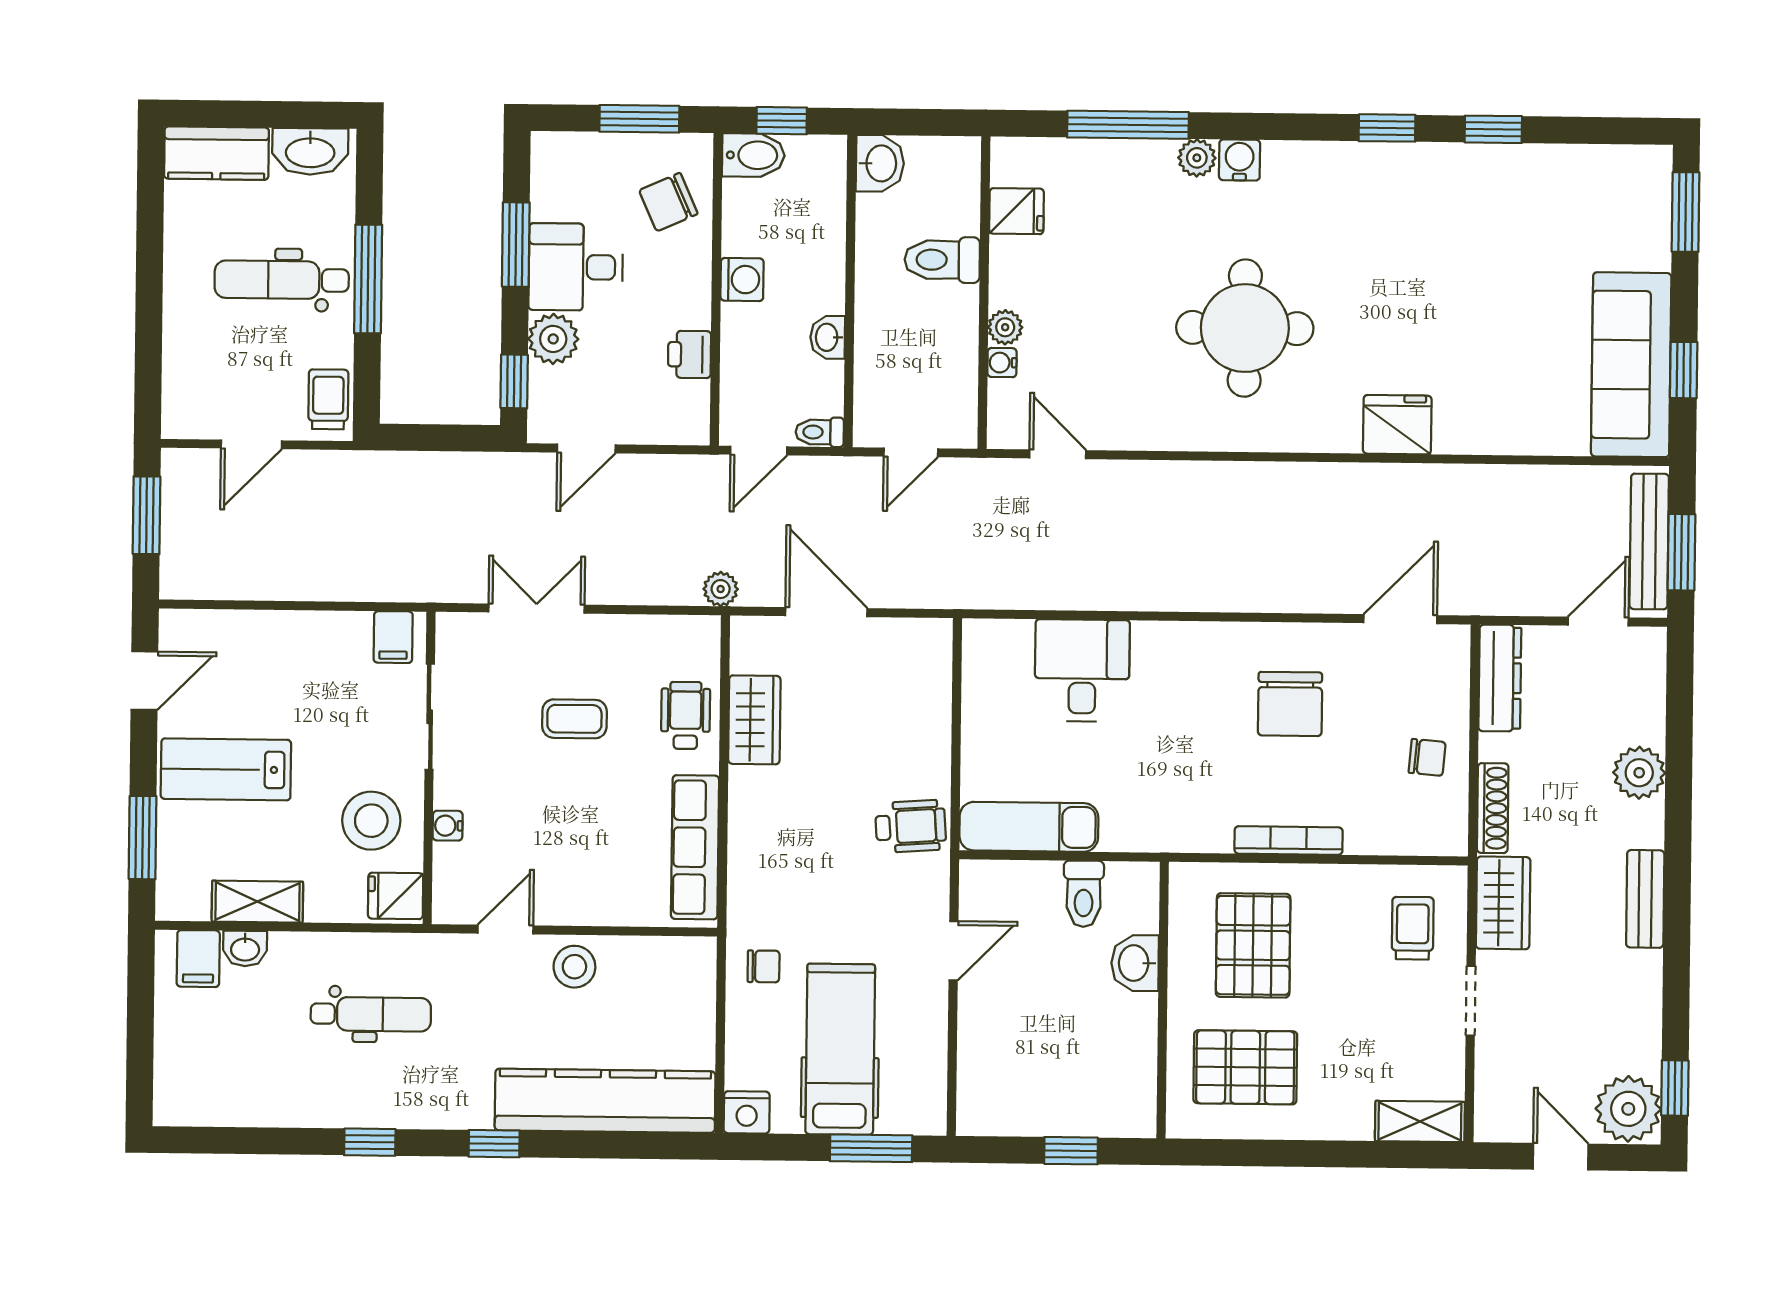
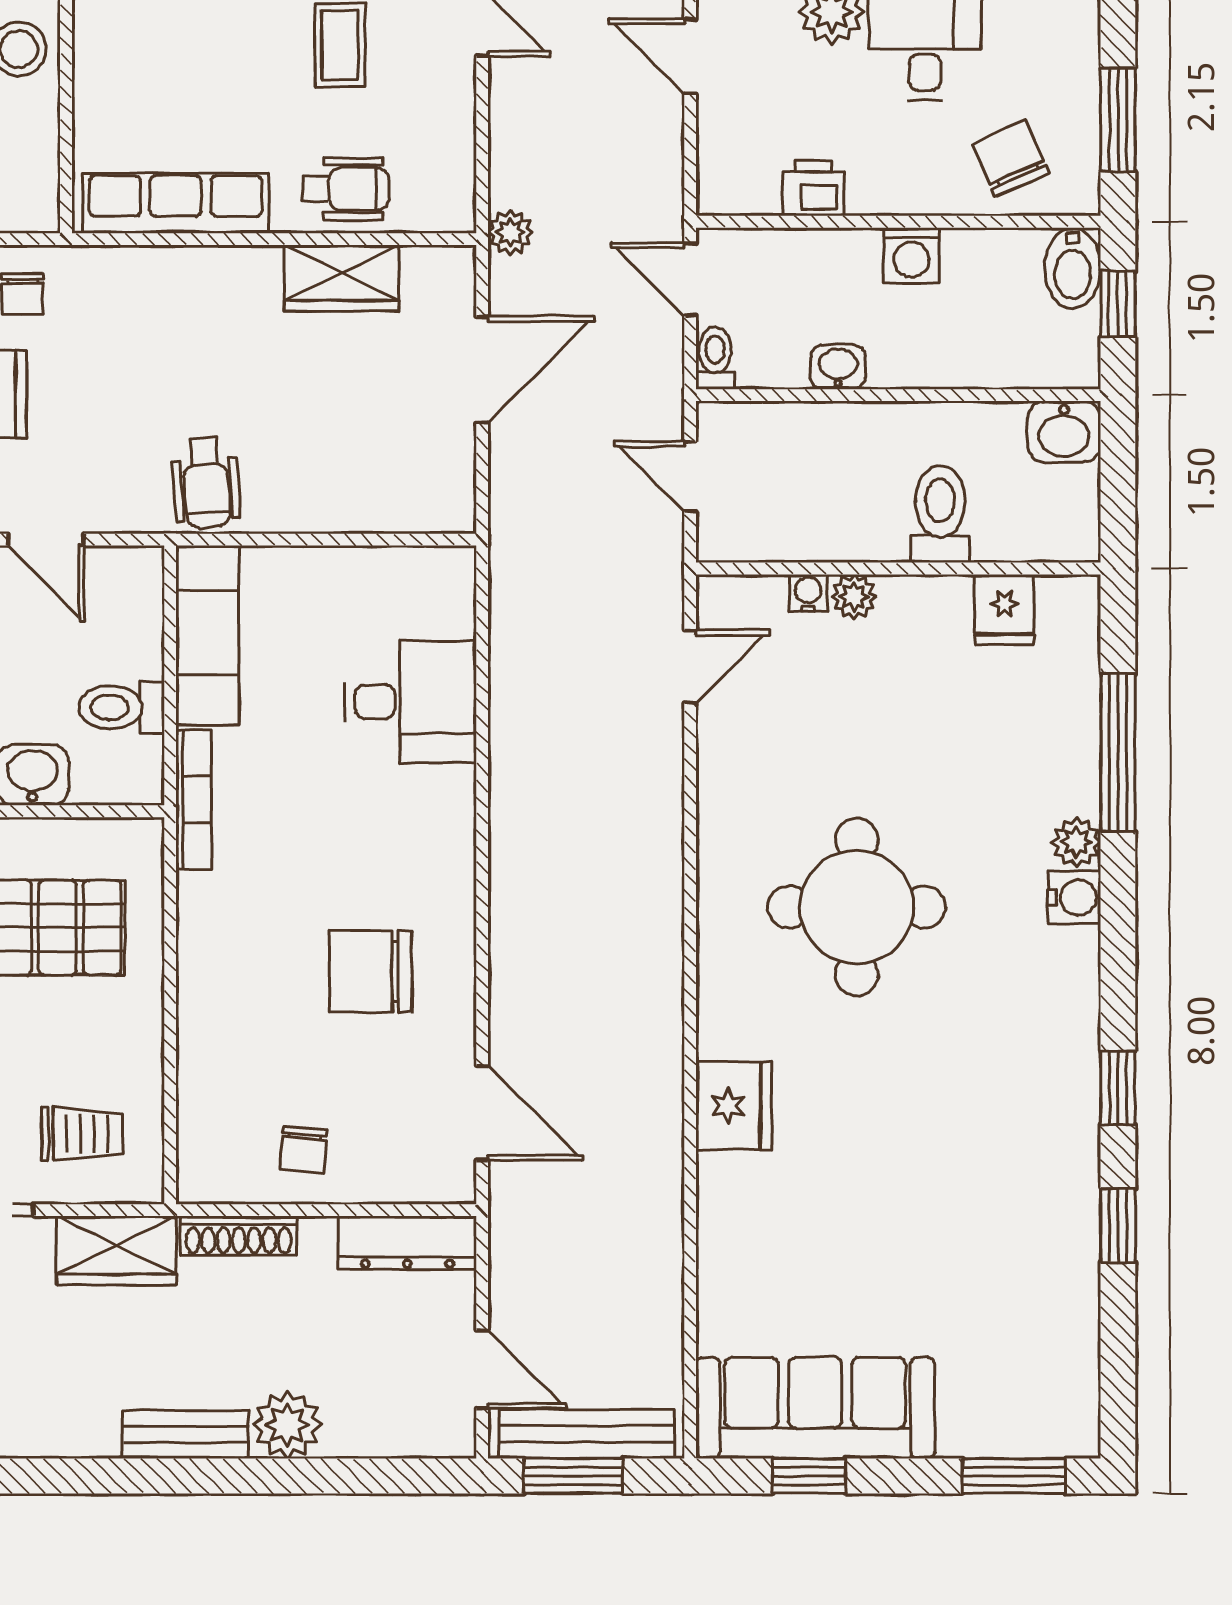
bookcase: (1289, 840) -> (194, 800), moved
bench: (1645, 899) -> (185, 1434), moved

